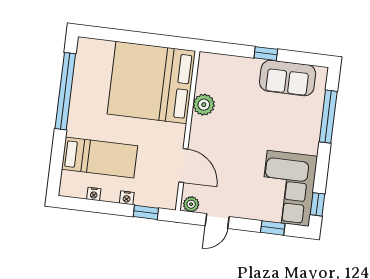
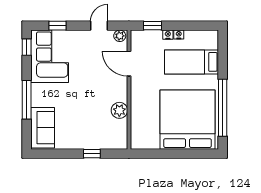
window: (266, 54) -> (92, 154), moved
sofa: (288, 78) -> (43, 128), moved, turned 90
bed: (151, 82) -> (188, 120), moved, turned -90
window: (328, 117) -> (27, 100), moved
nightstand: (94, 194) -> (179, 35), moved

